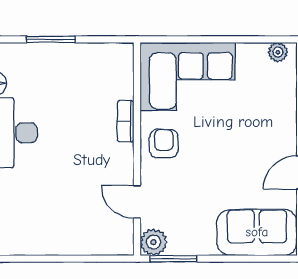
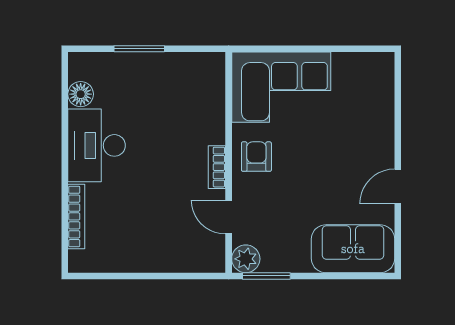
plant: (278, 52) -> (375, 62), removed
bookcase: (126, 121) -> (217, 167), moved

